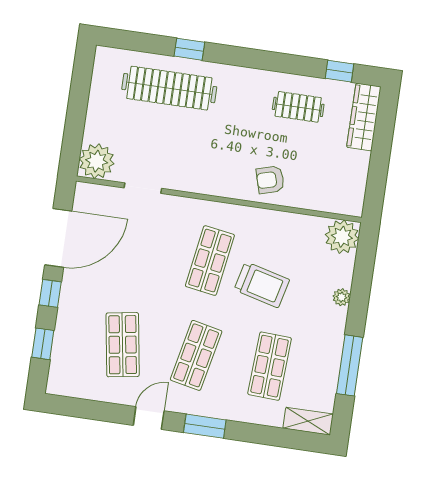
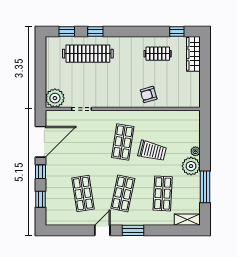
window: (136, 41) -> (67, 31), added
plant: (342, 237) -> (191, 166), moved

